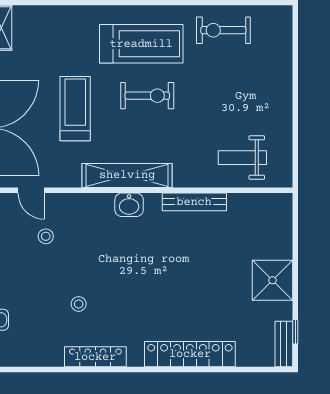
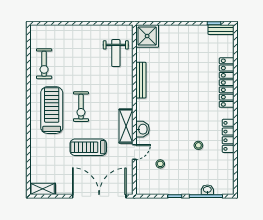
exercise bike: (147, 96) -> (81, 107), turned 180
shelving: (127, 175) -> (126, 126), width x0.68
door: (31, 190) -> (134, 152), moved
washbasin: (129, 205) -> (142, 129), moved
shower: (272, 280) -> (147, 36), moved

